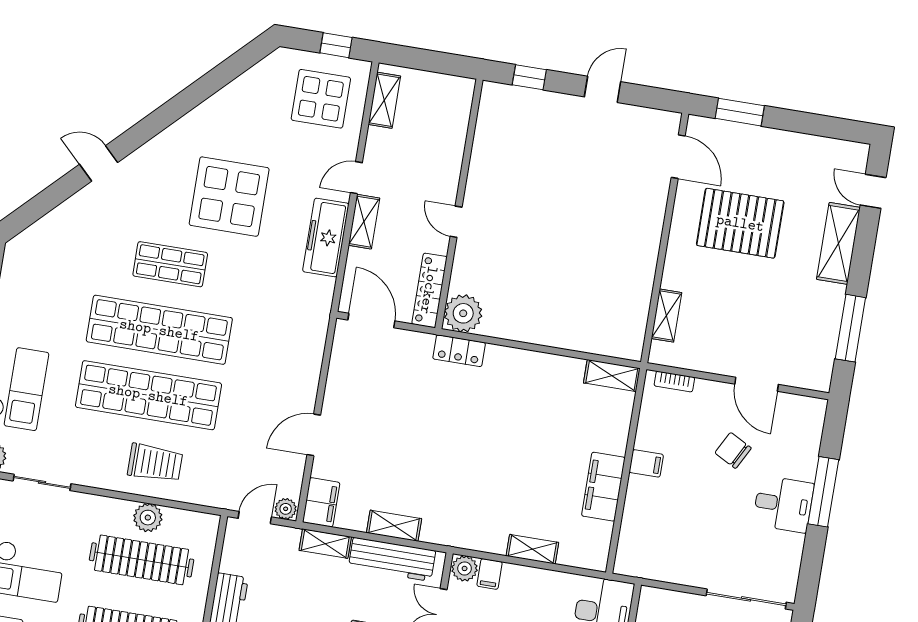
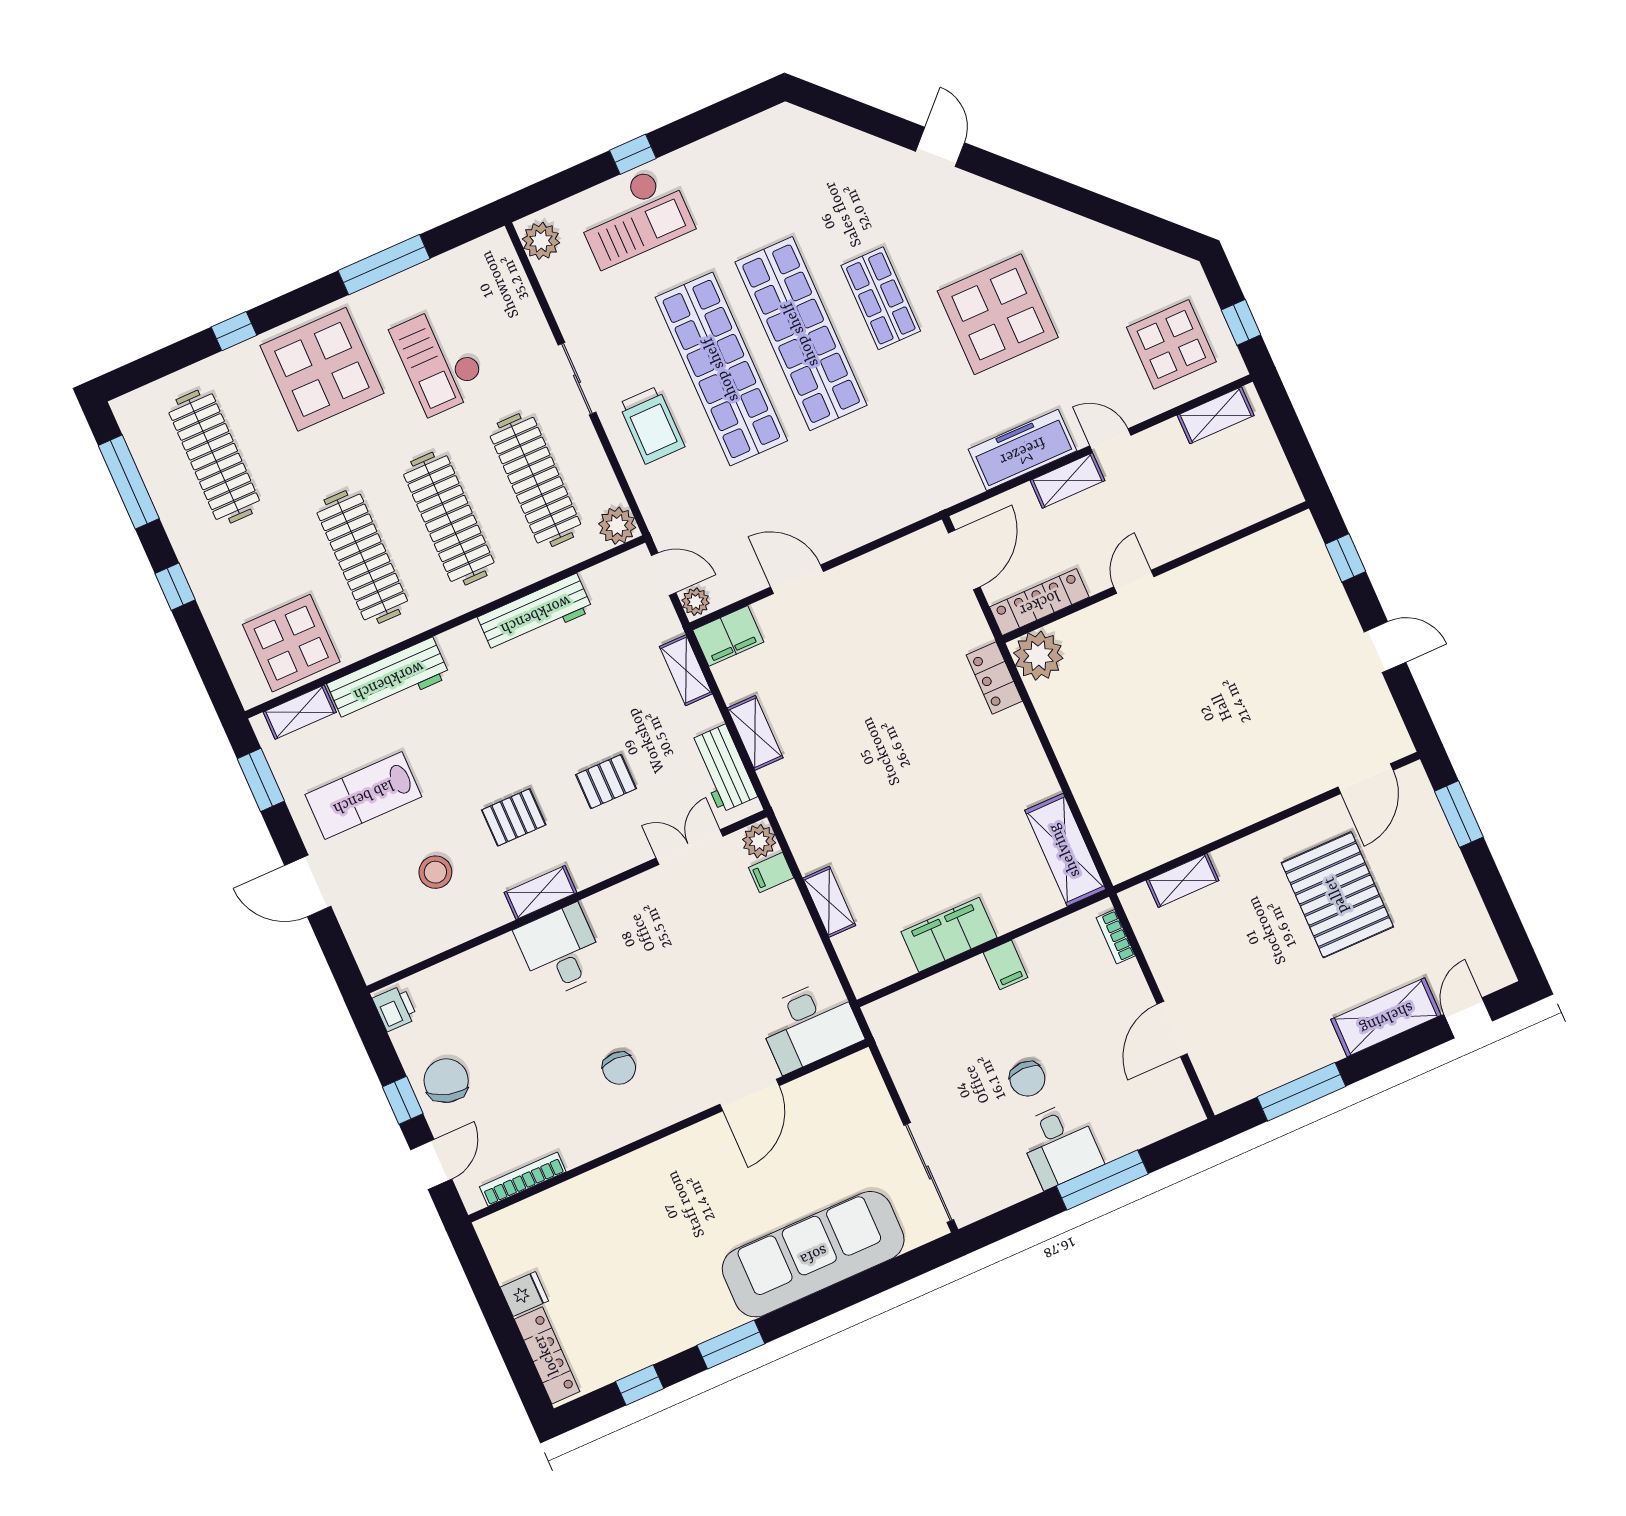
shelving: (612, 376) -> (1065, 850), width x1.50, depth x1.33
chair: (733, 450) -> (1027, 1079), moved, turned 152
sliding door: (42, 482) -> (577, 379), moved
plant: (148, 518) -> (617, 526), moved
workbench: (392, 559) -> (723, 769), width x0.73

